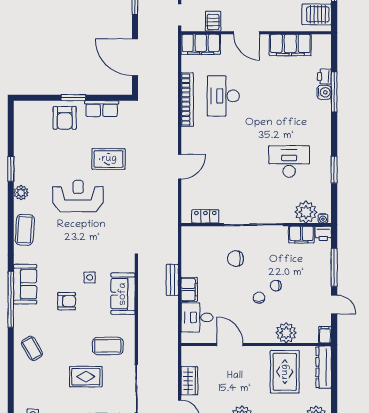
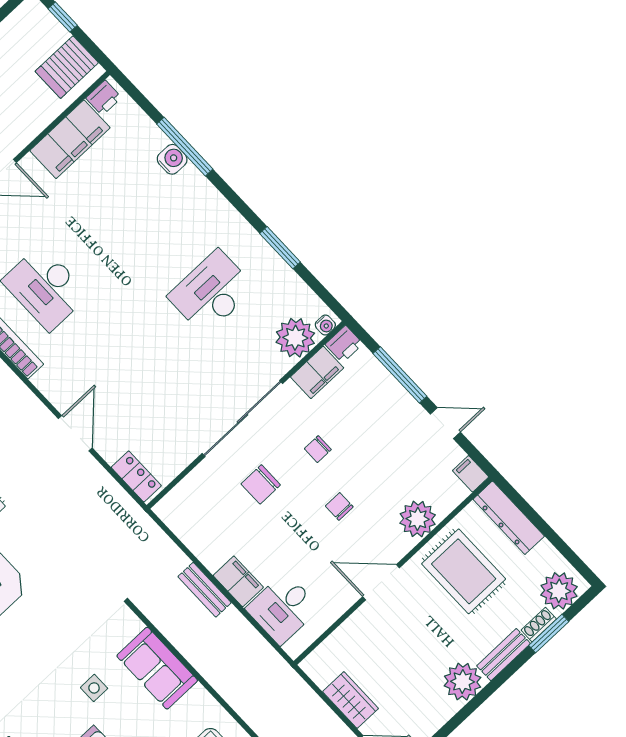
printer: (324, 76) -> (104, 98), moved, turned -90
locker: (205, 216) -> (136, 476), moved, turned 90
chair: (276, 286) -> (318, 449), moved
door: (230, 344) -> (381, 582), moved

